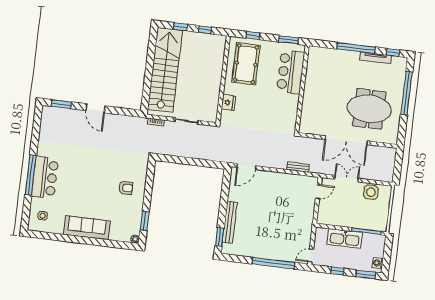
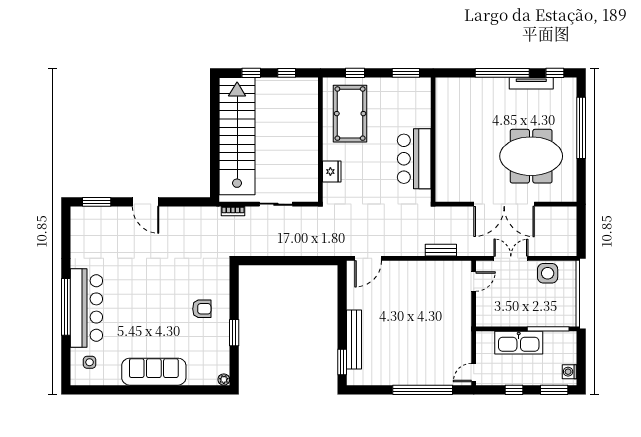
bar counter: (291, 72) -> (414, 159), moved
bar counter: (45, 177) -> (86, 308), width x1.36
window: (145, 221) -> (234, 333), moved

